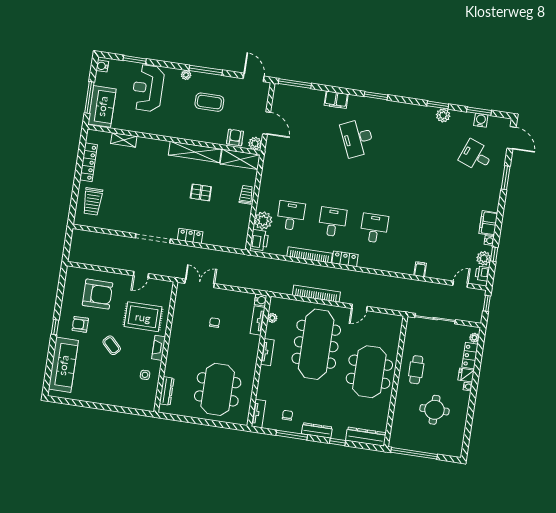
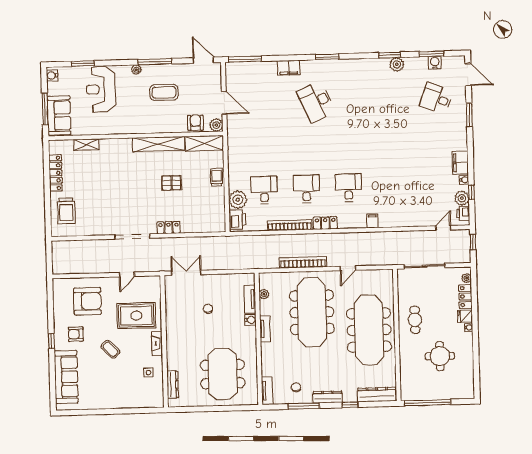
filing cabinet: (420, 269) -> (372, 221), moved
water cooler: (261, 300) -> (250, 320), moved
meeting table: (369, 372) -> (369, 330), width x1.36

